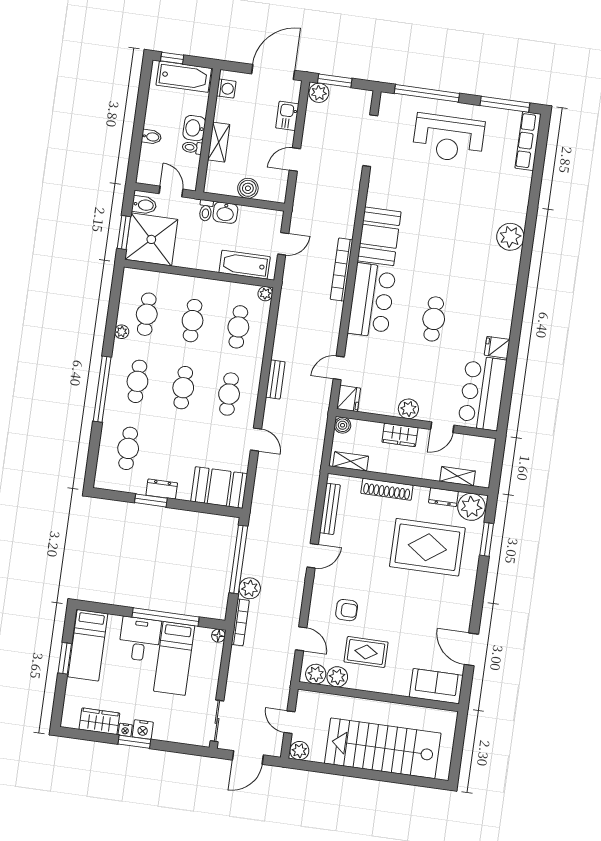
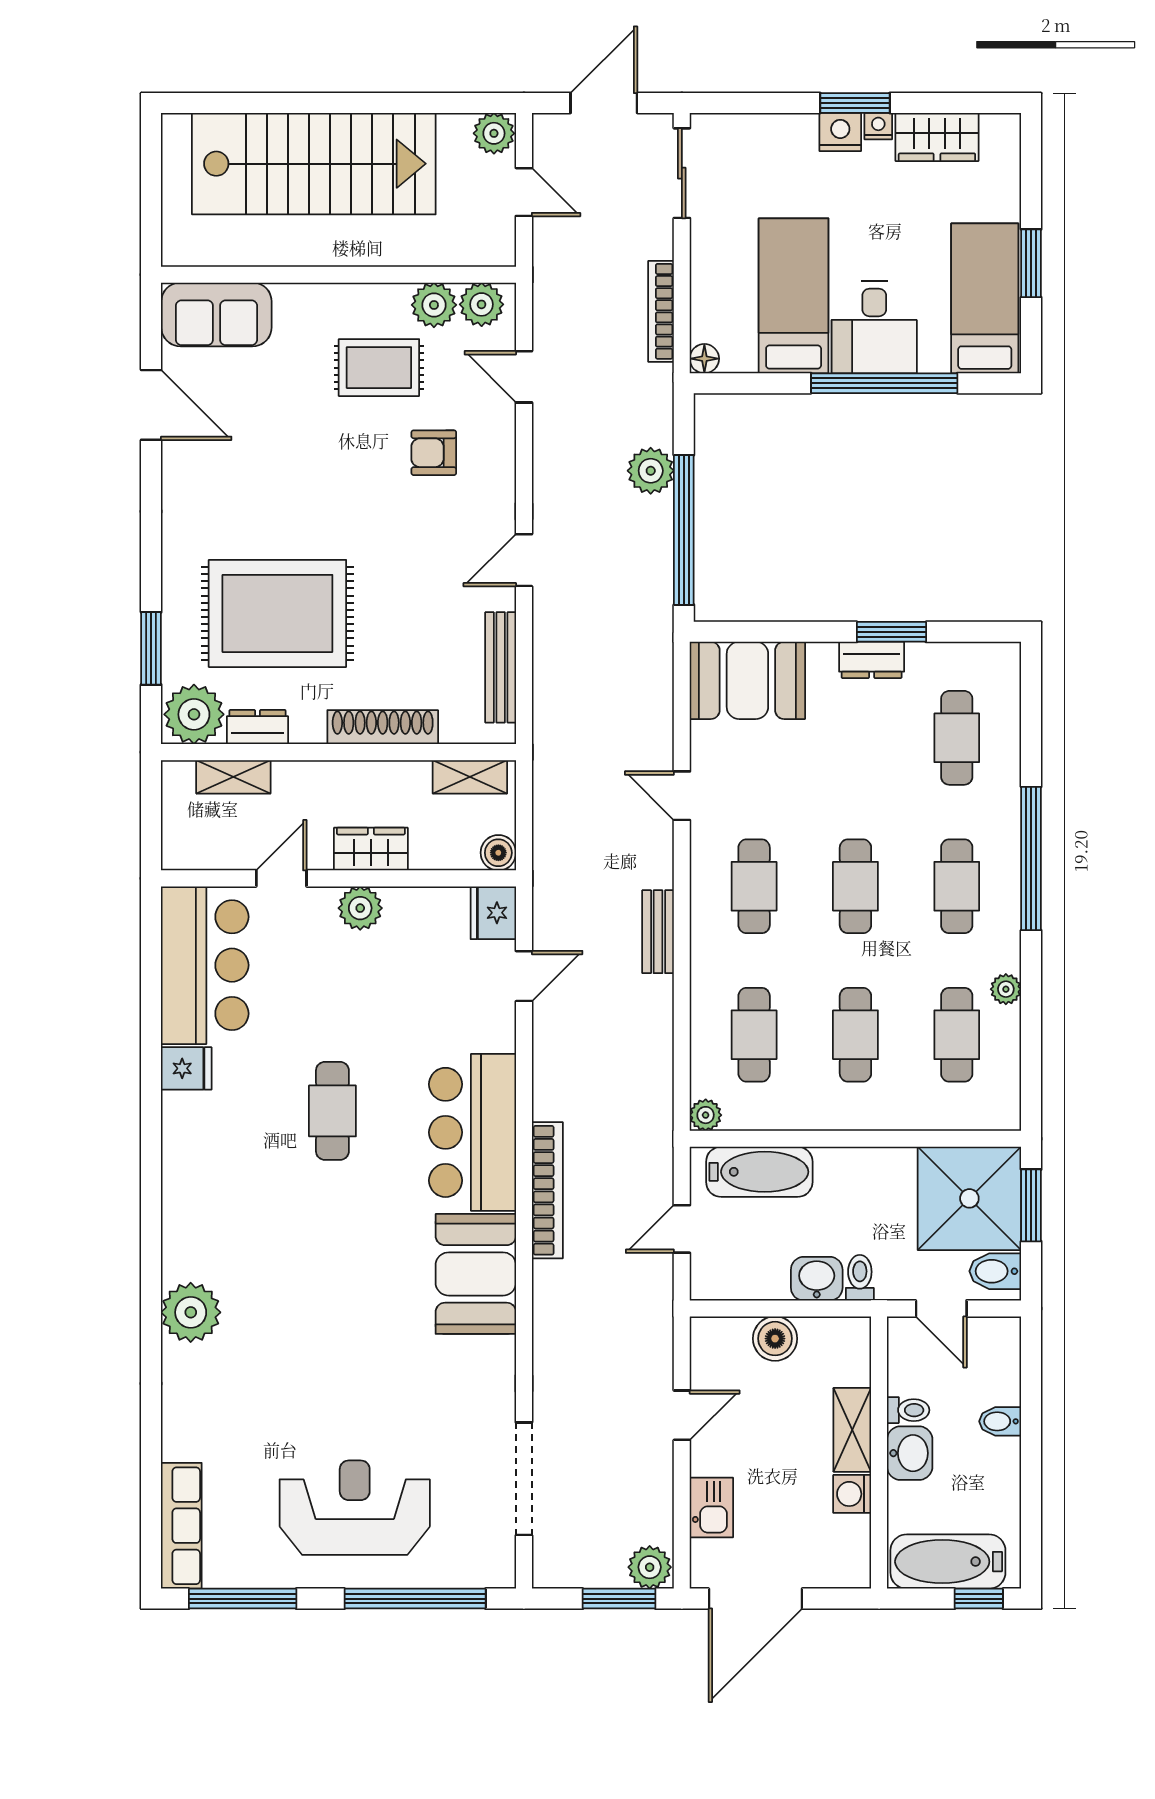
washing machine: (226, 89) -> (852, 1494), moved
window: (166, 617) -> (884, 383), moved
bookcase: (240, 622) -> (661, 311), moved

